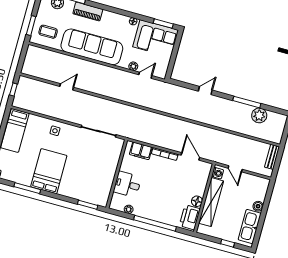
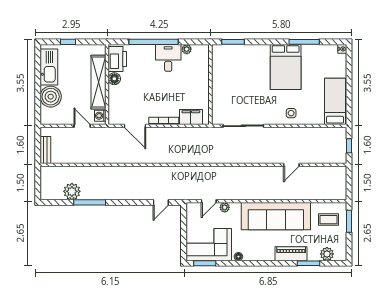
door: (205, 91) -> (161, 202), moved
desk: (127, 184) -> (168, 58), moved, turned -90
boiler: (258, 206) -> (51, 97), width x1.86, depth x1.86

